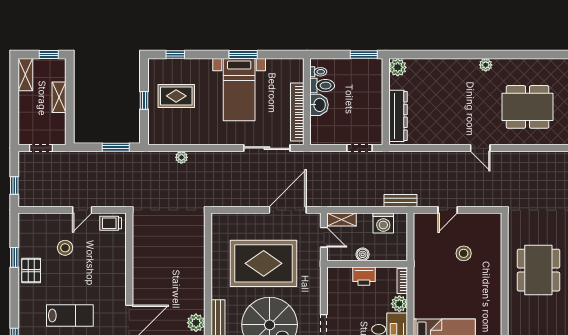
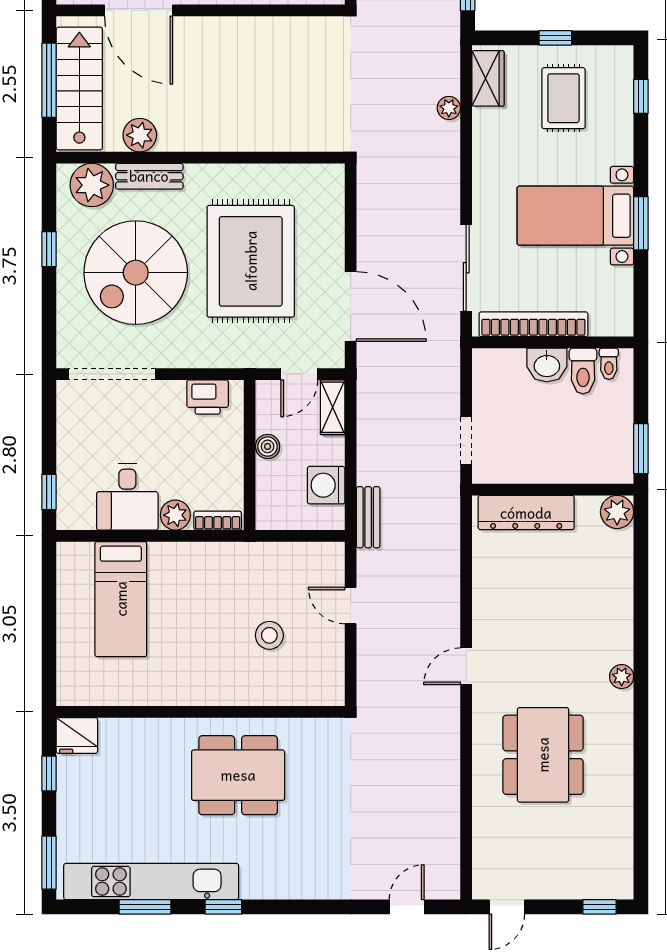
wardrobe: (166, 136) -> (488, 78), added
printer: (364, 276) -> (208, 397), moved, turned -90

